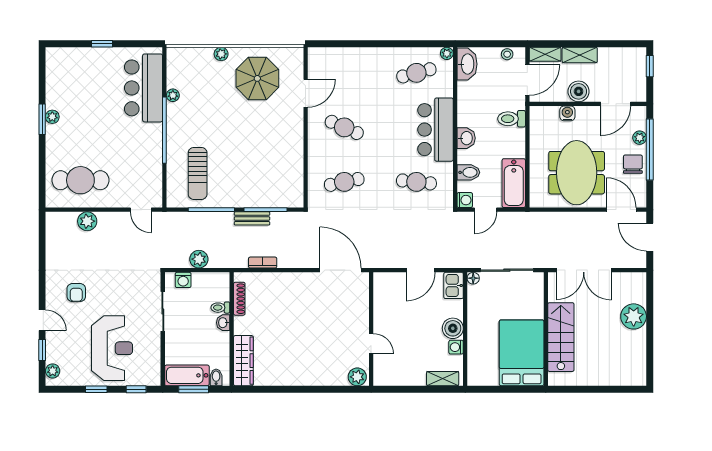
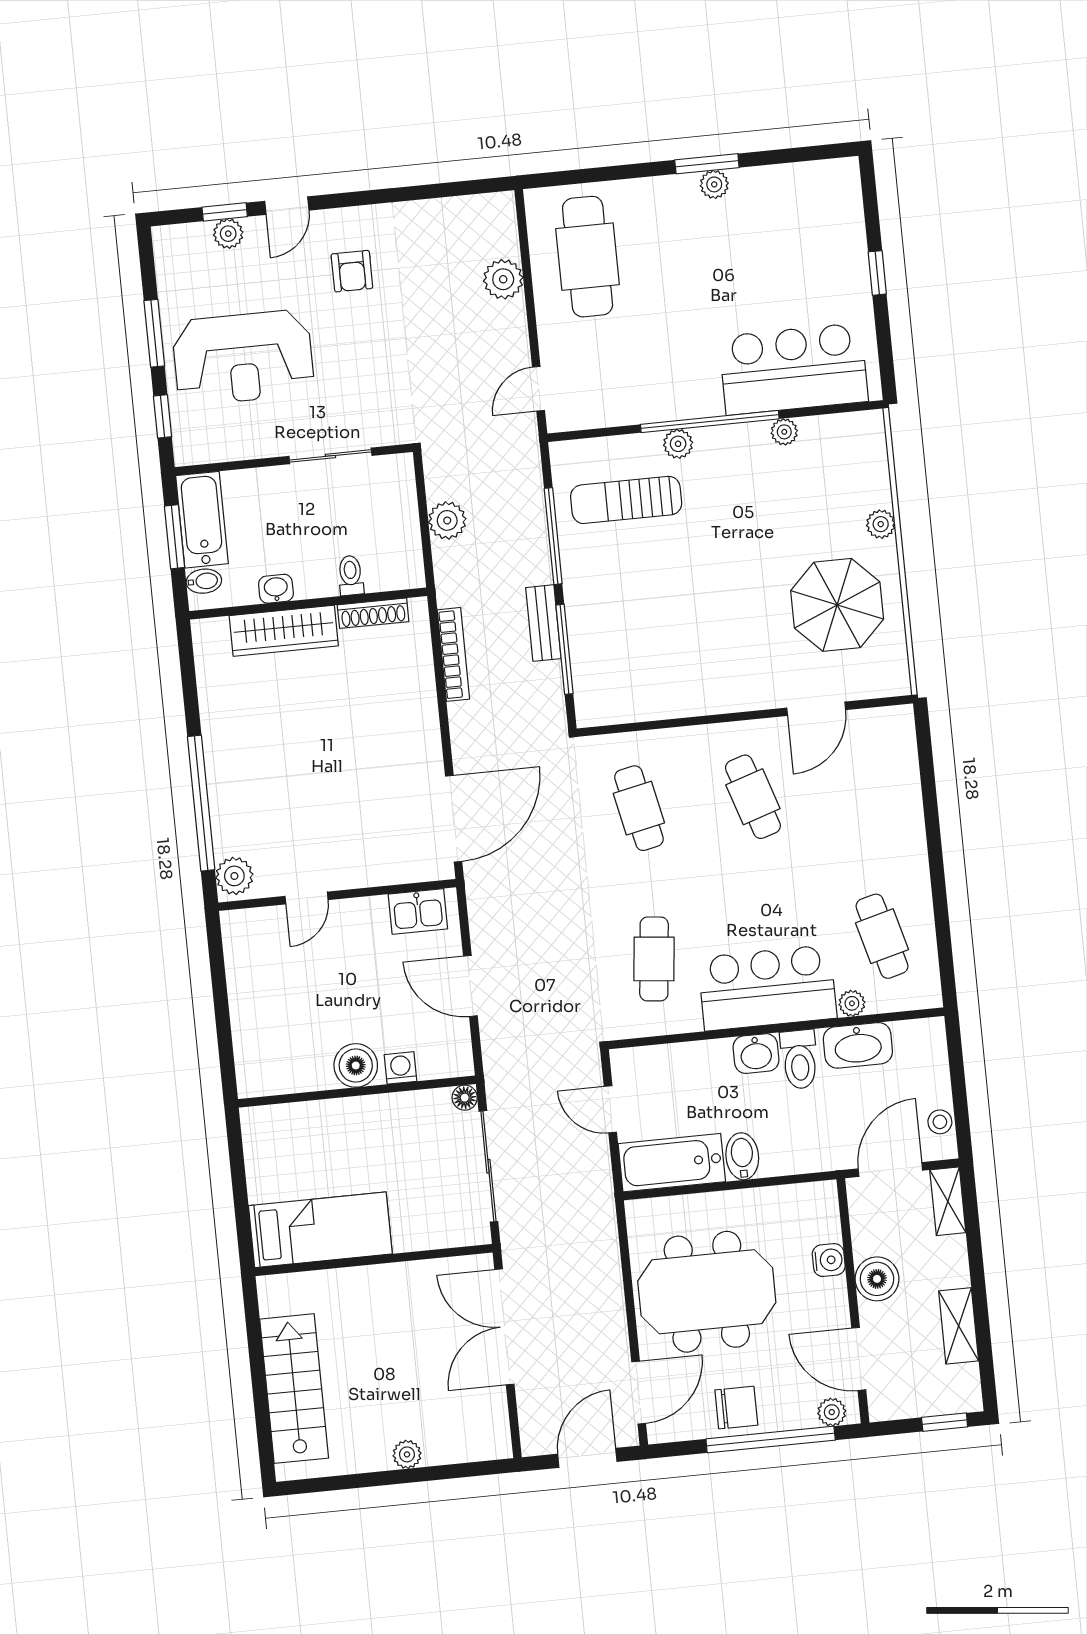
plant: (447, 53) -> (852, 1003), moved
shelving: (580, 55) -> (959, 1326), moved
washbasin: (467, 64) -> (858, 1045), moved
door: (527, 80) -> (890, 1169), swing flipped
door: (306, 93) -> (816, 709), hinge flipped
toilet: (512, 119) -> (799, 1059), moved, turned 180
cafe table: (344, 127) -> (753, 797), turned -42
plant: (640, 138) -> (832, 1412), moved
plant: (173, 146) -> (678, 444), added
bidet: (468, 172) -> (742, 1156), moved, turned 180
washing machine: (465, 200) -> (626, 1064), removed
bookcase: (263, 263) -> (453, 654), width x1.56
washing machine: (183, 280) -> (400, 492), removed
kitchen sink: (454, 285) -> (418, 911), moved, turned 180
armchair: (76, 293) -> (352, 271), turned -90
plant: (634, 316) -> (407, 1454), width x0.53, depth x0.53
washbasin: (223, 323) -> (276, 589), moved
stairs: (561, 337) -> (294, 1389), moved, turned -90
washing machine: (456, 347) -> (401, 1068), moved
bed: (522, 353) -> (320, 1230), width x0.67
wardrobe: (243, 361) -> (284, 631), moved
plant: (53, 371) -> (228, 234), moved
shelving: (443, 379) -> (249, 1055), removed
window: (96, 389) -> (154, 333), width x1.50
window: (321, 389) -> (201, 803), added

